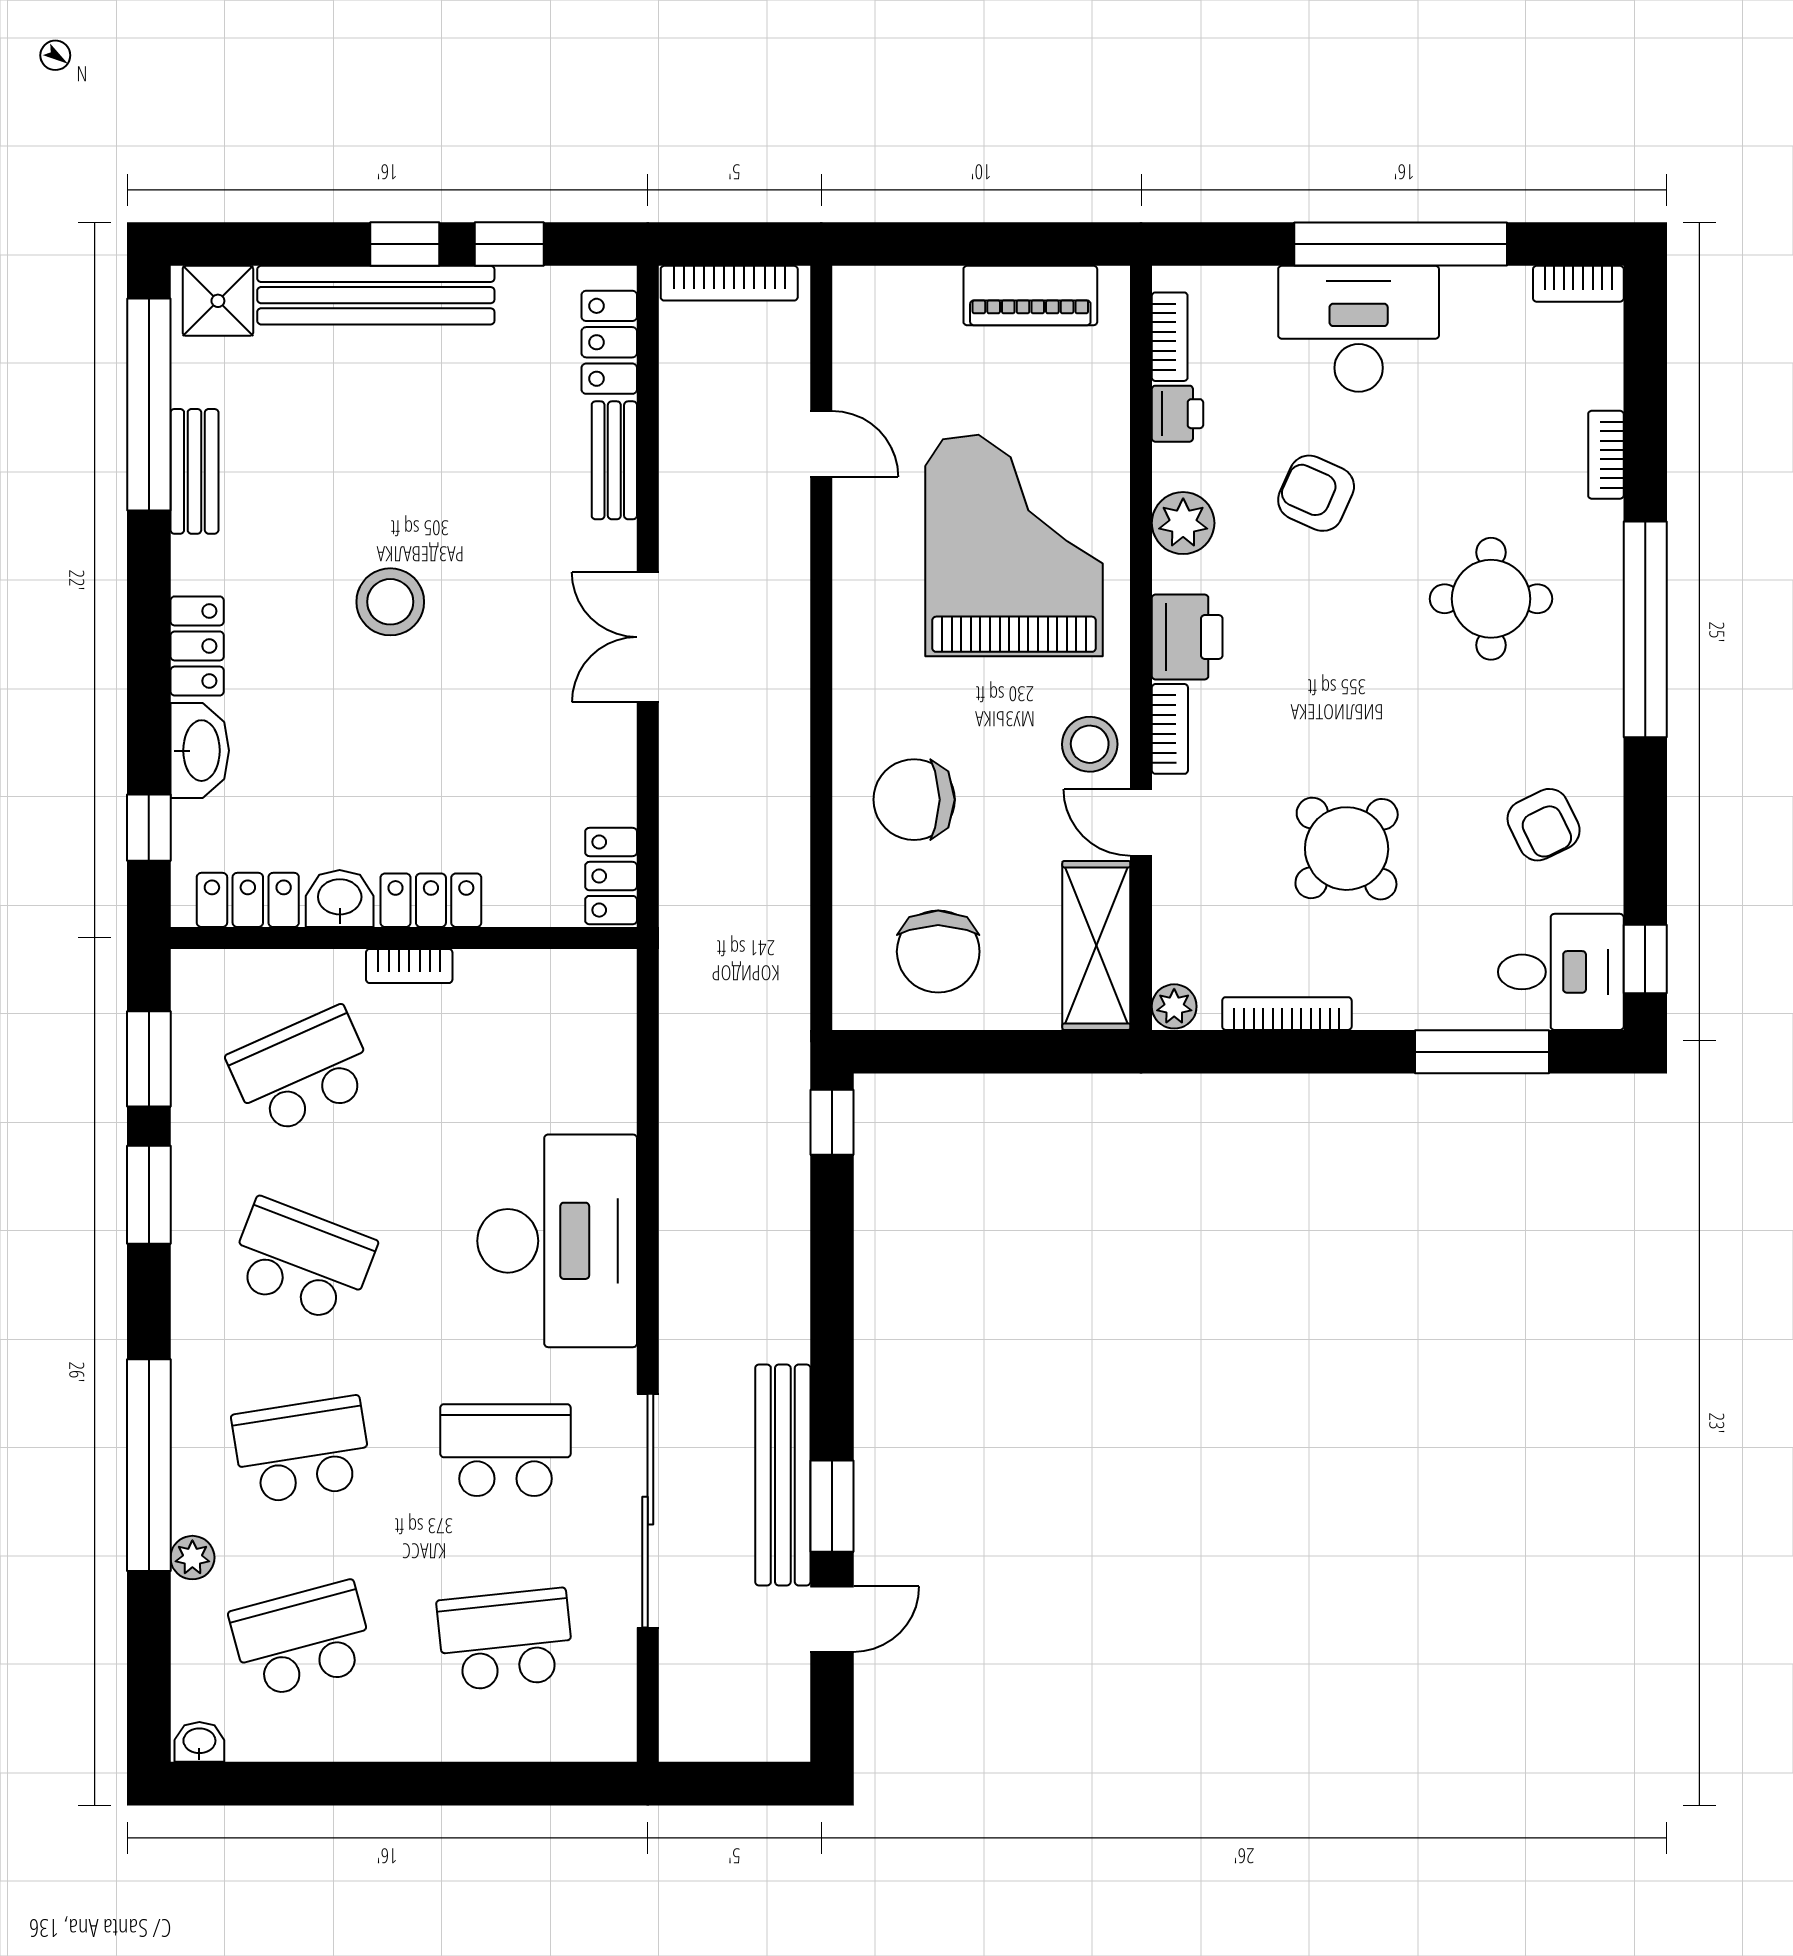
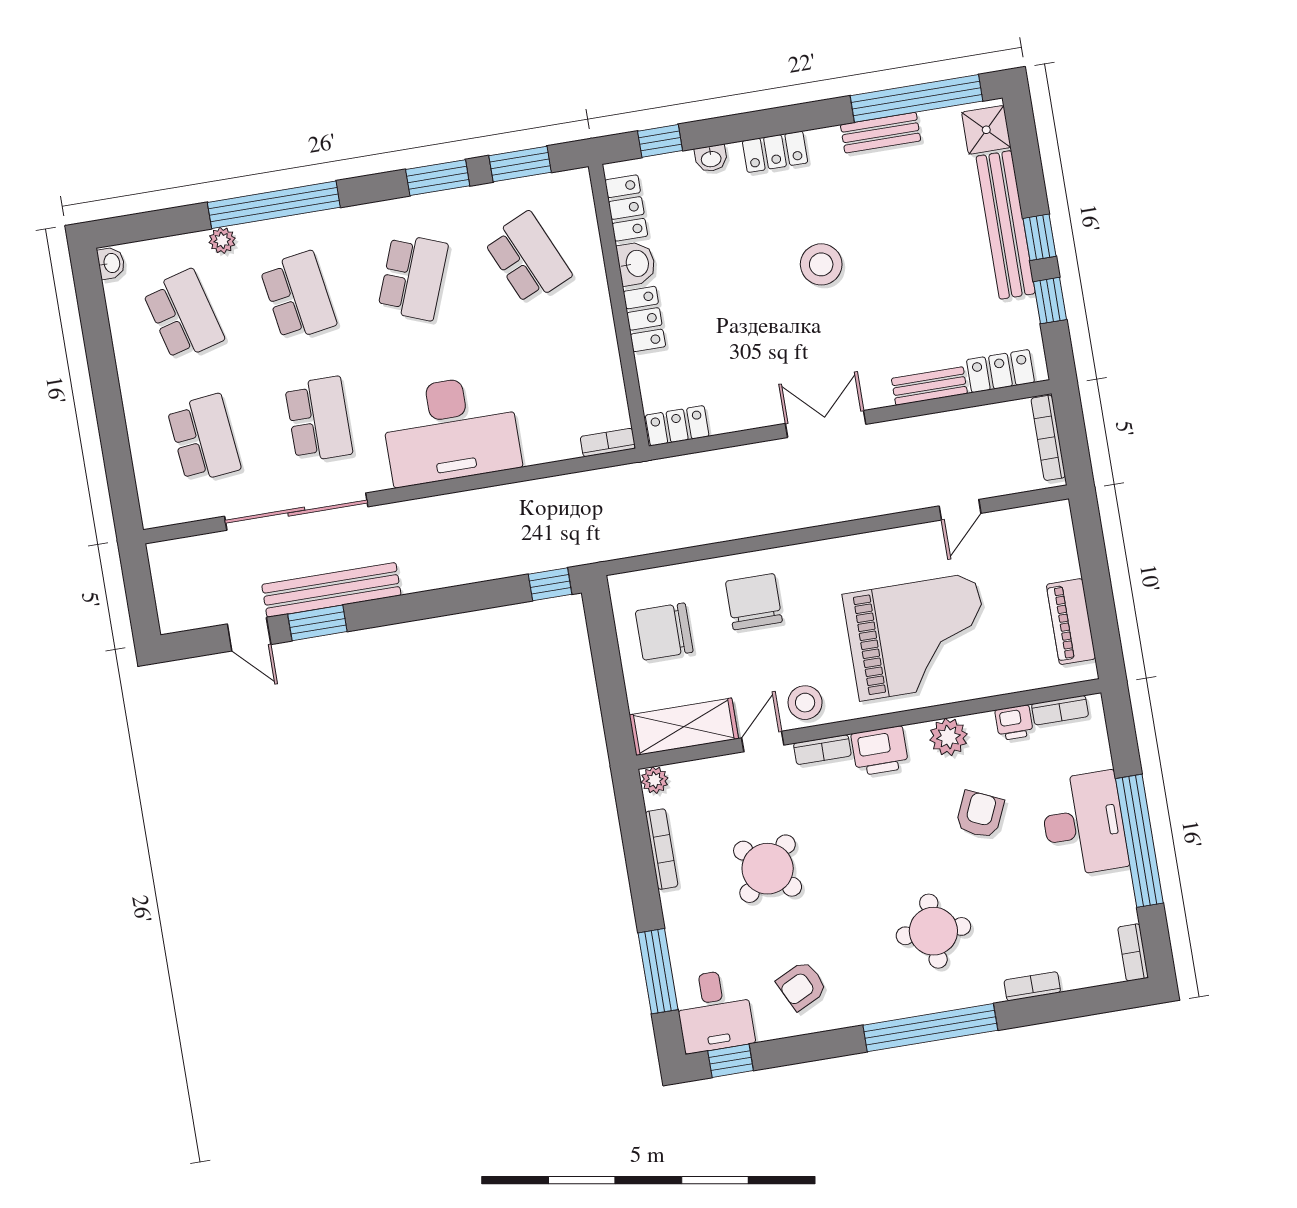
washbasin: (200, 751) -> (711, 158), width x0.52, depth x0.69
bookcase: (409, 966) -> (608, 443), moved, turned 90

